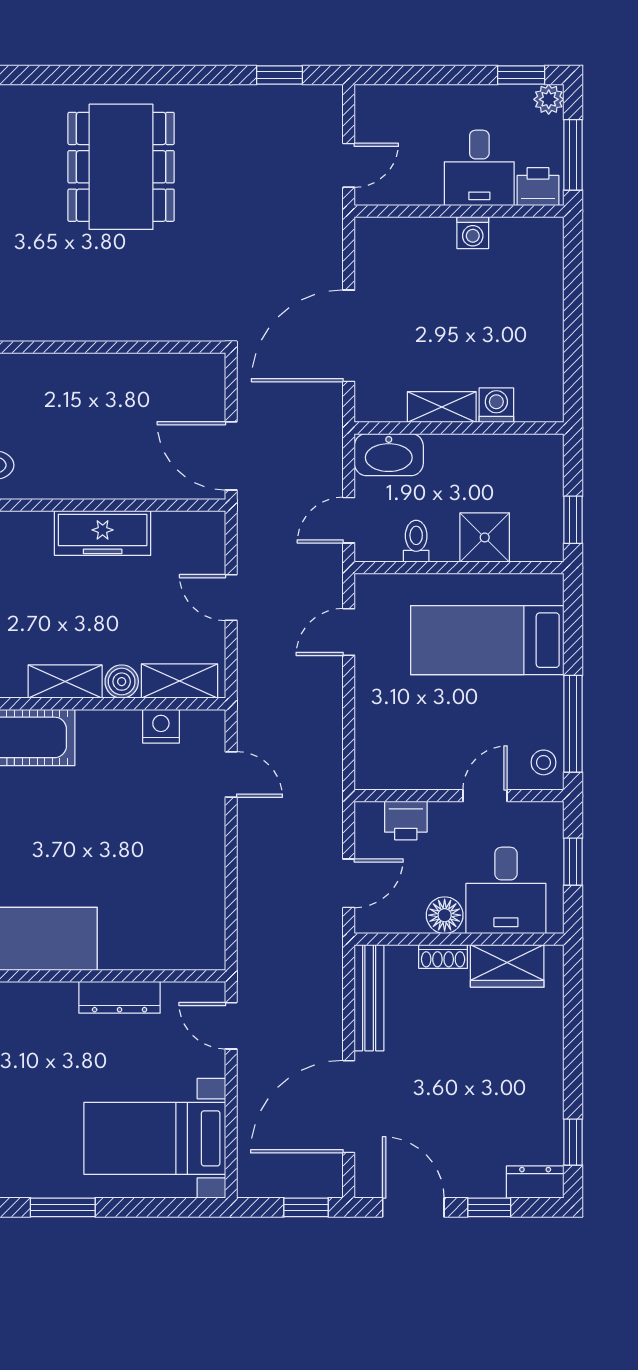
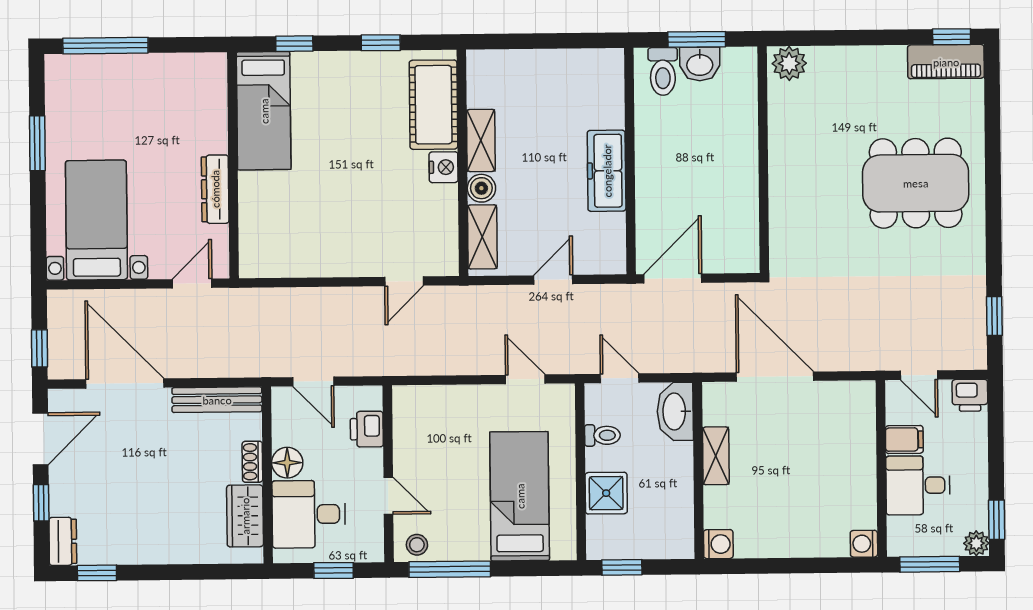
filing cabinet: (425, 183) -> (904, 439), added
printer: (538, 187) -> (970, 395), moved, turned 90
washing machine: (473, 233) -> (864, 544), moved
washing machine: (496, 405) -> (718, 544), moved
nightstand: (161, 726) -> (444, 167), moved

